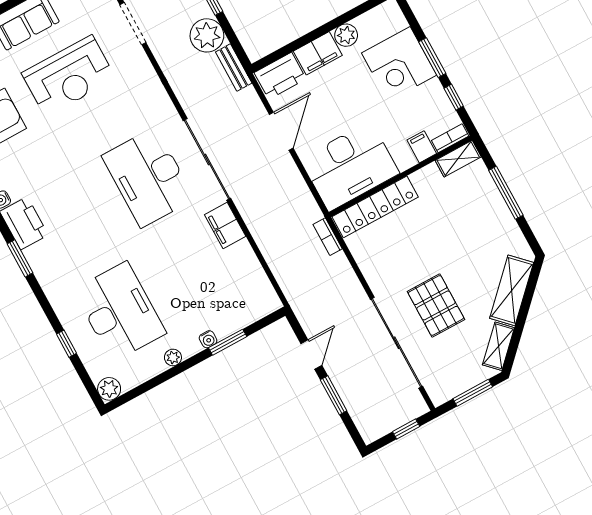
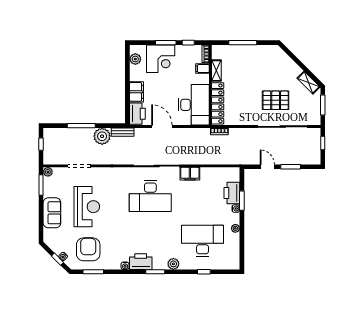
plant: (346, 35) -> (135, 59), moved
shelving: (458, 159) -> (216, 71), moved
shelving: (512, 290) -> (287, 63), removed
printer: (232, 317) -> (232, 193), added
plant: (109, 389) -> (173, 264), moved

